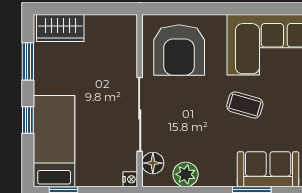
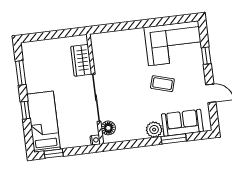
wardrobe: (60, 28) -> (81, 60), moved, turned 90
armchair: (179, 50) -> (116, 54), removed
plant: (186, 174) -> (154, 130), moved

